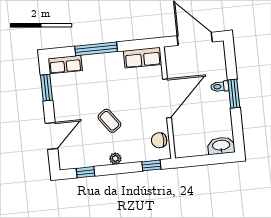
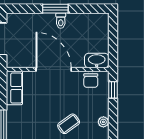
toilet: (220, 86) -> (61, 21), moved
washbasin: (221, 146) -> (97, 61), moved, turned 90

